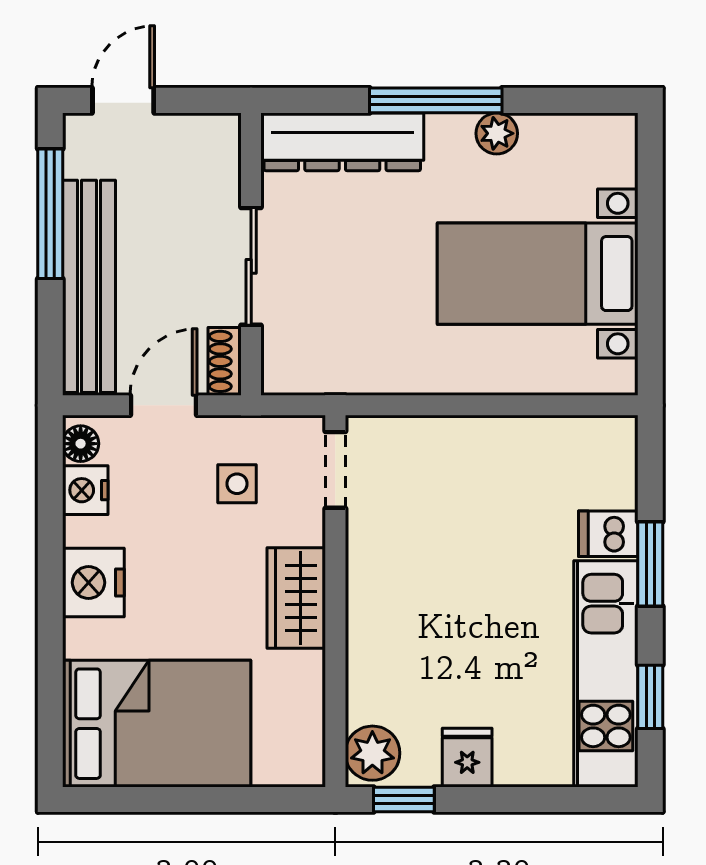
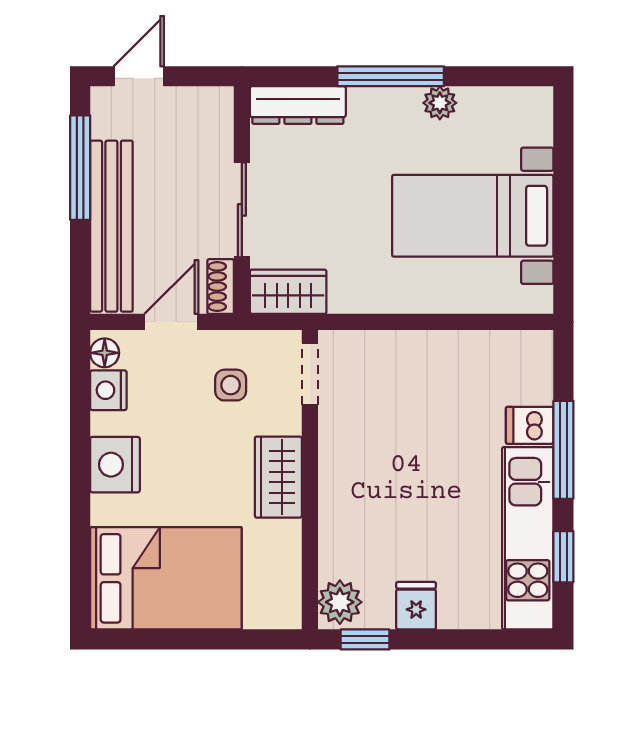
dresser: (342, 142) -> (298, 105), width x0.73, depth x0.80
wardrobe: (308, 368) -> (288, 292), added
window: (650, 564) -> (563, 450), width x1.44

